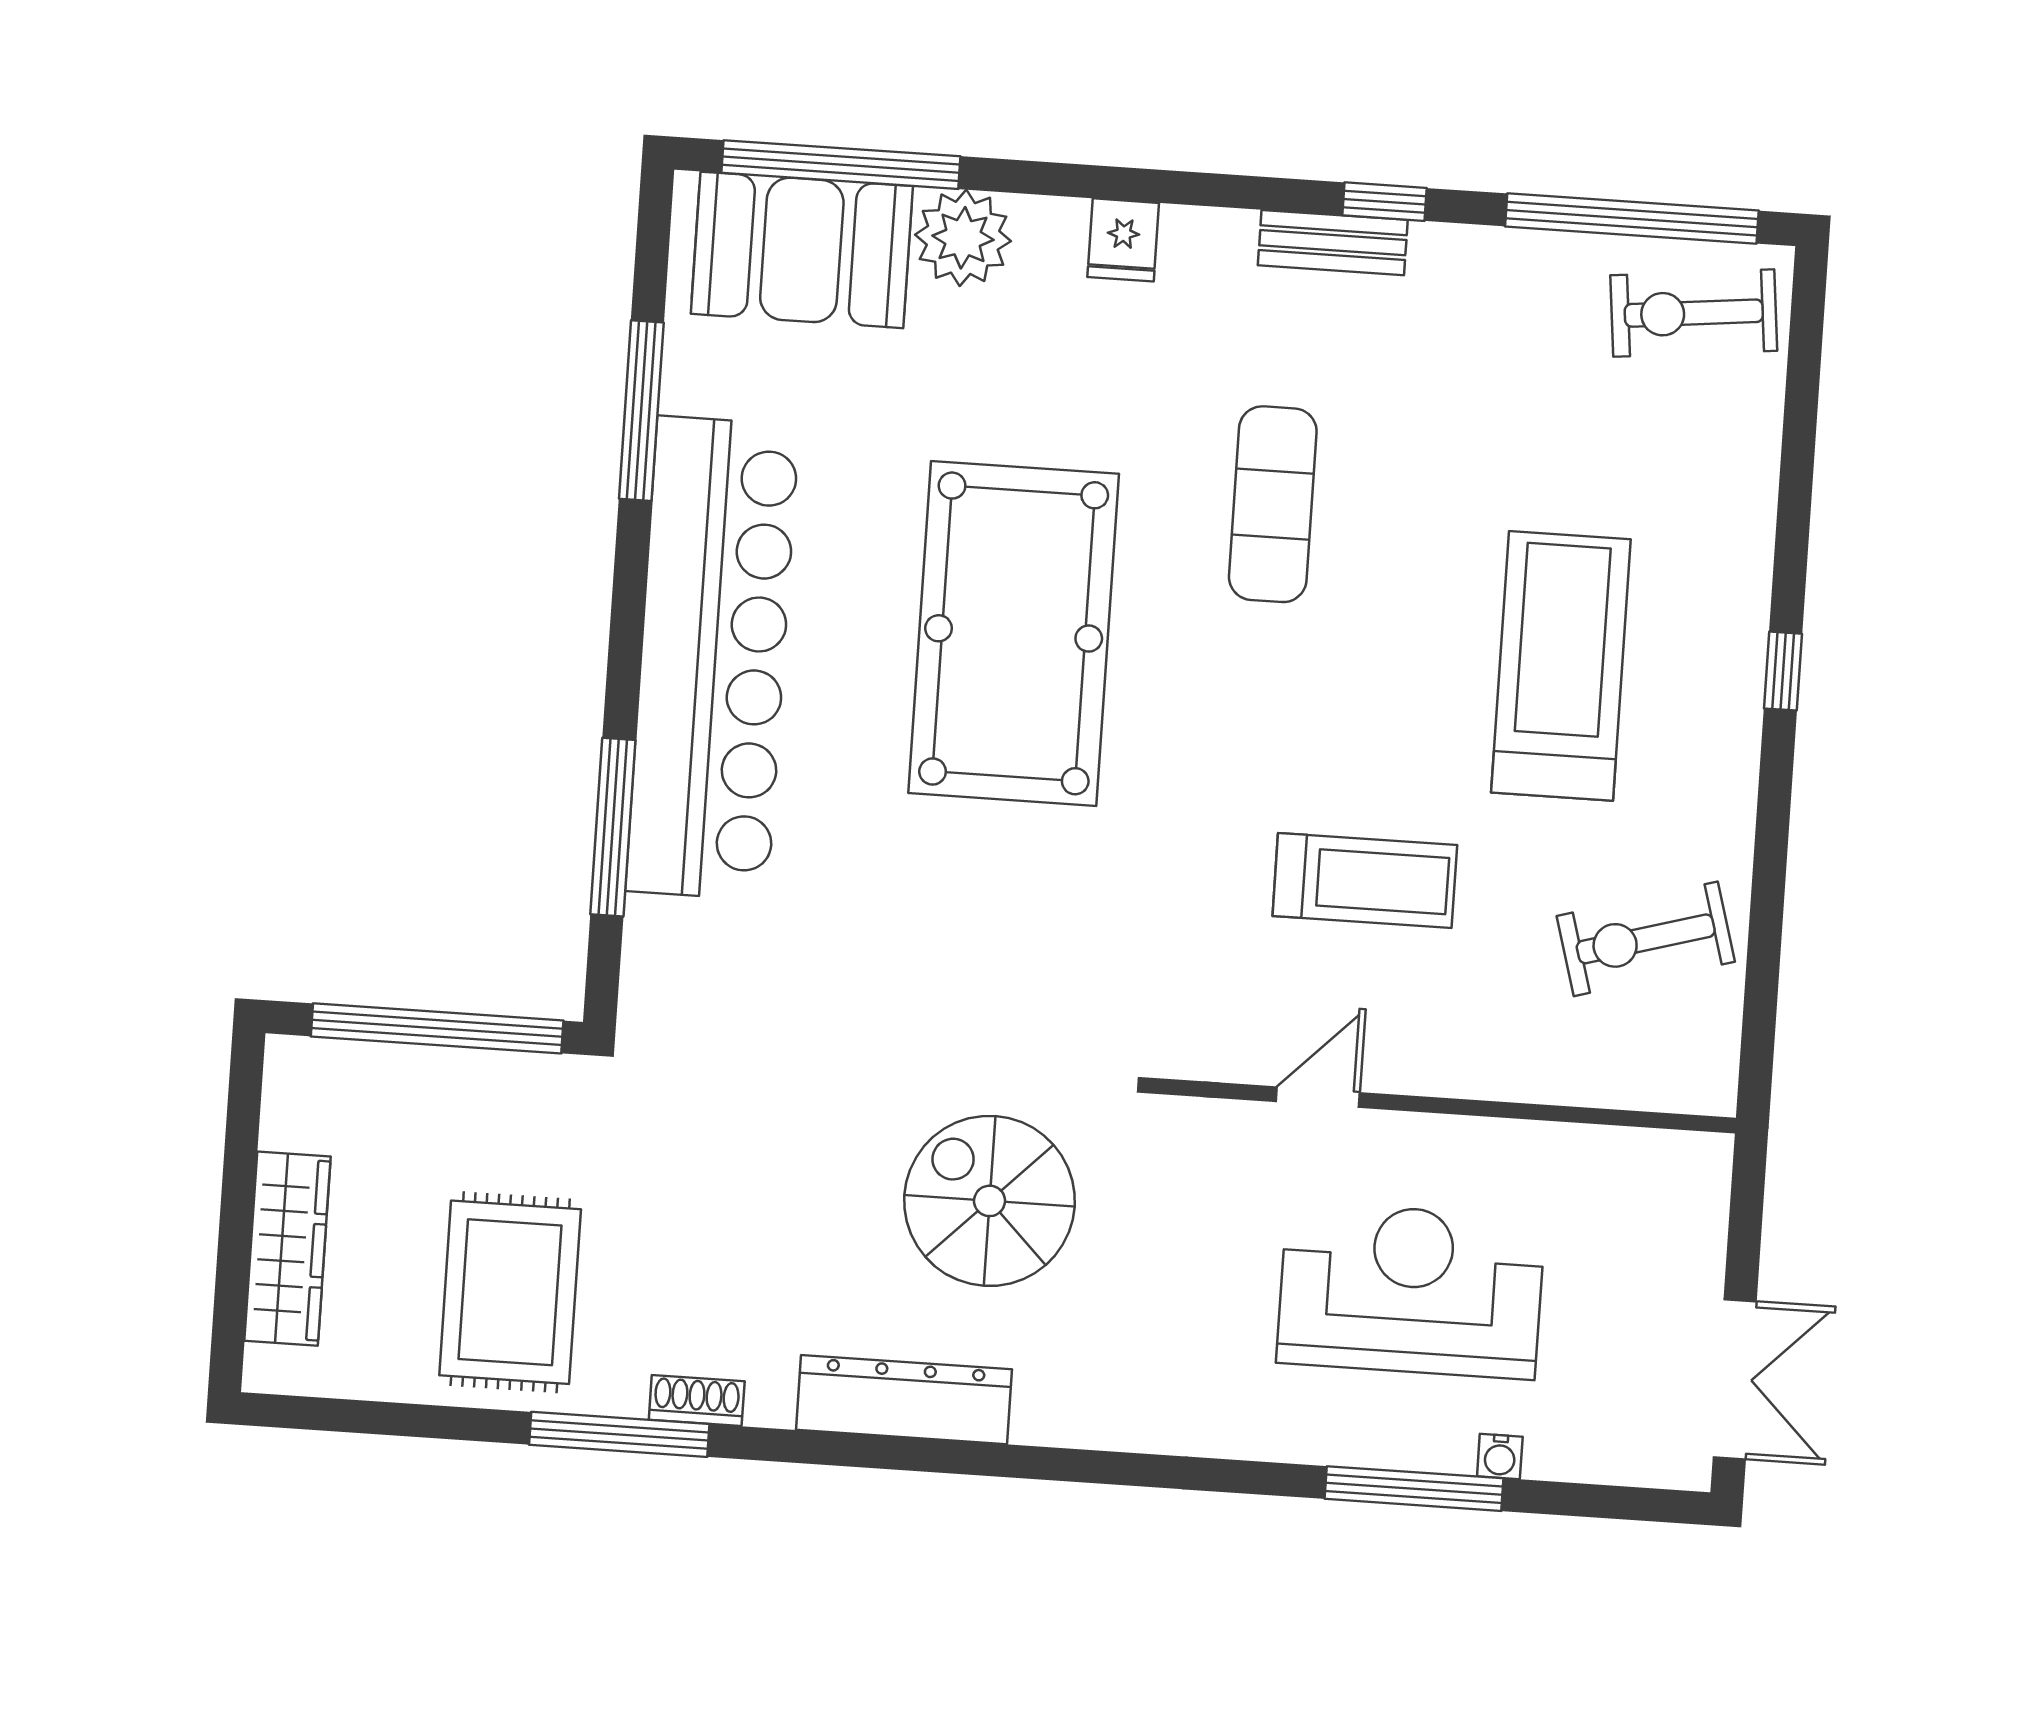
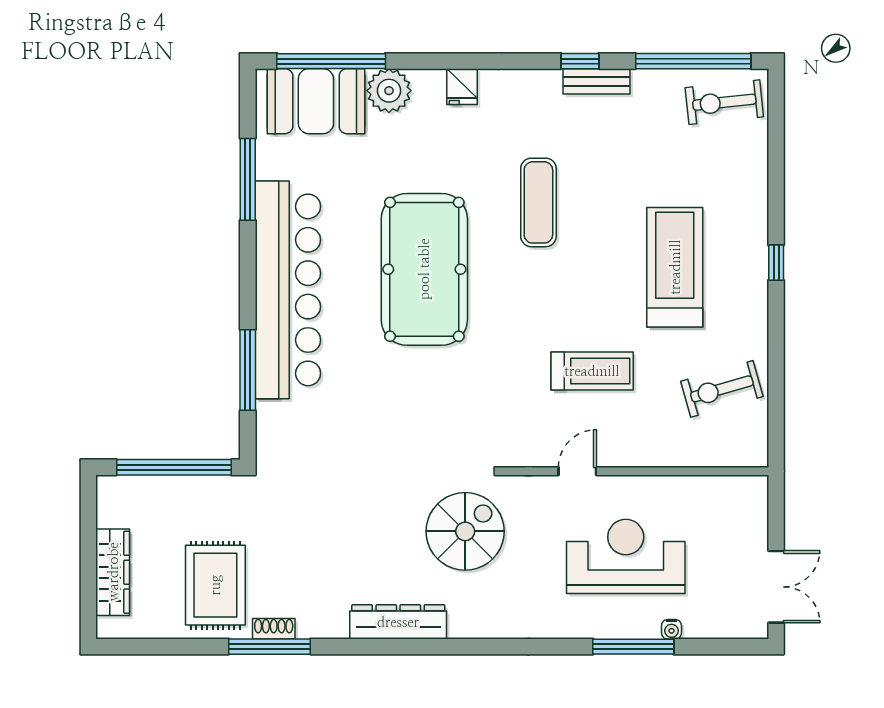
bench: (1333, 243) -> (596, 81), moved
spiral stairs: (990, 1201) -> (465, 531), moved, turned 90
shoe rack: (697, 1401) -> (274, 629), moved

